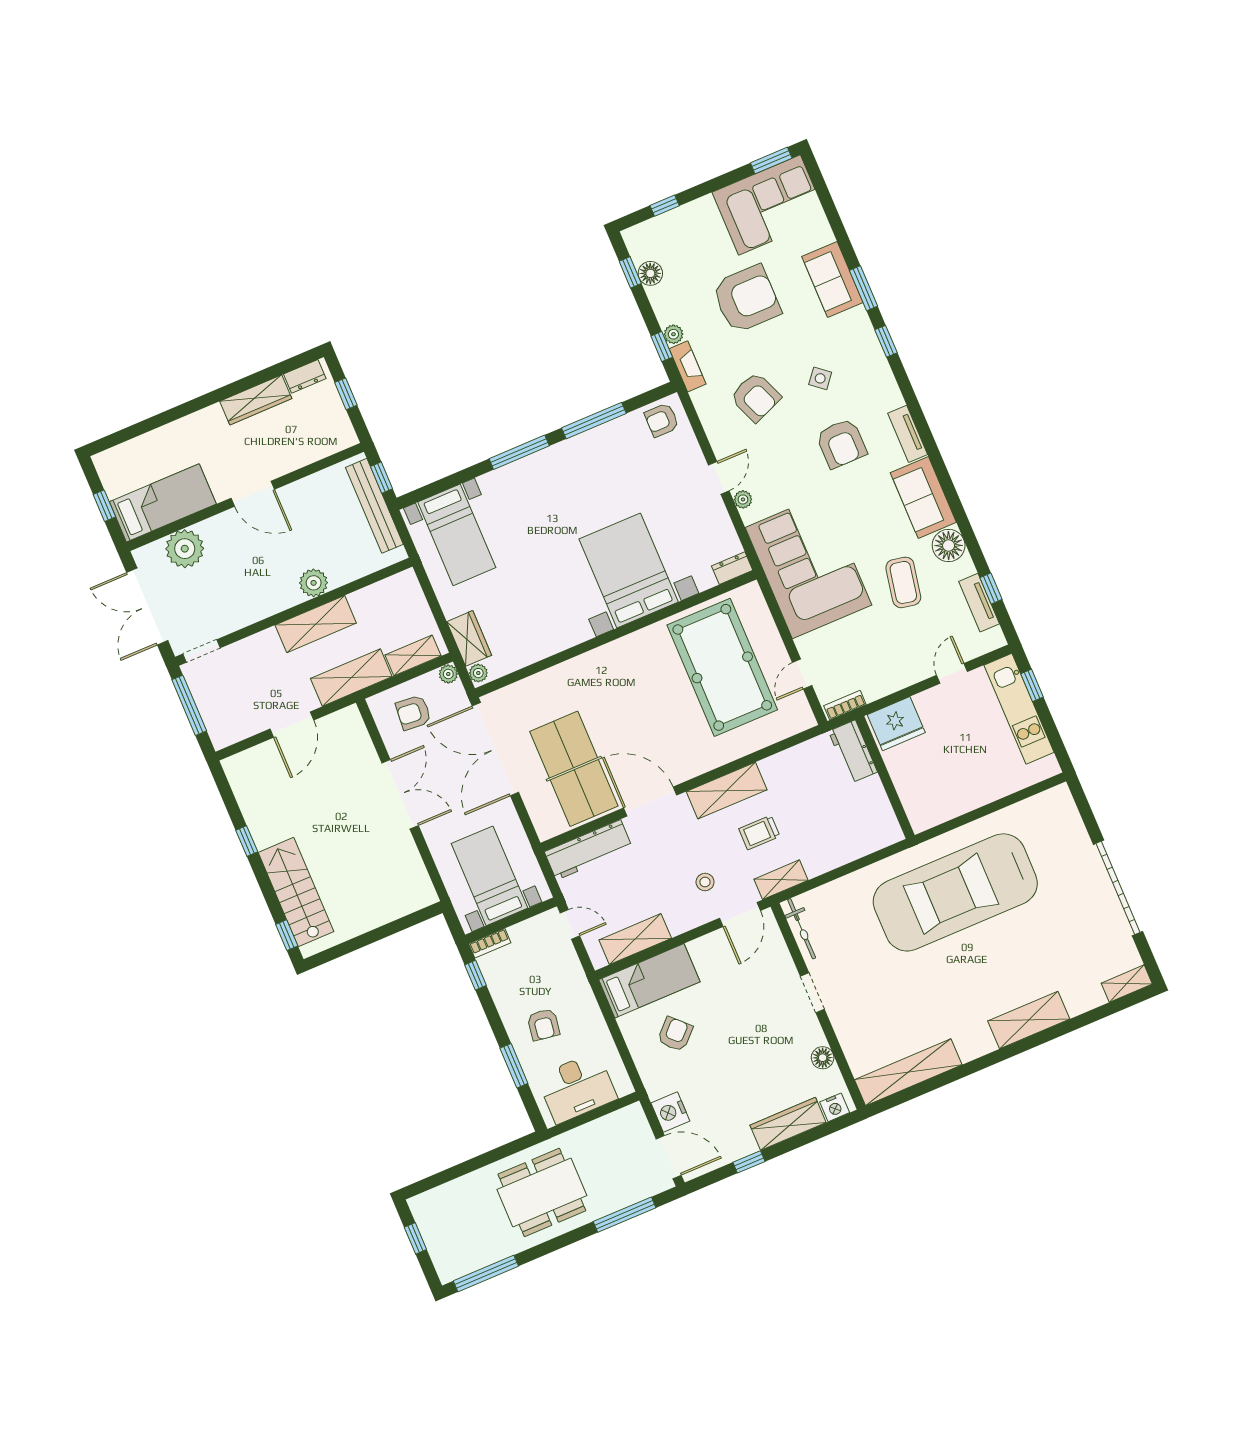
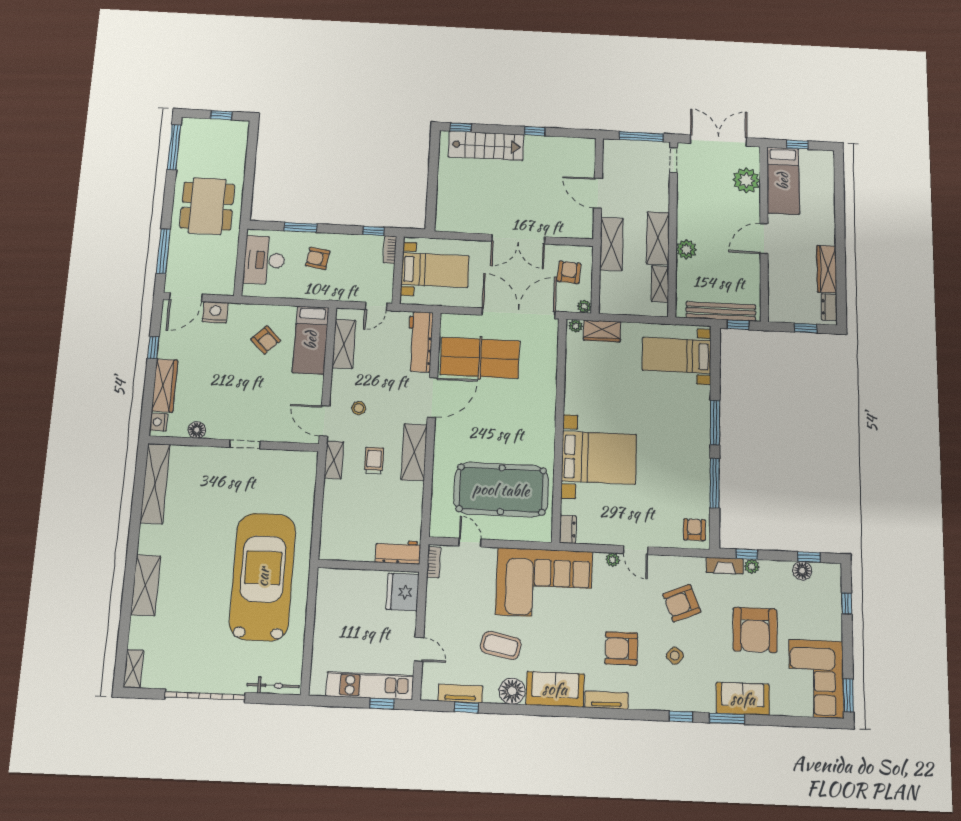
shelving: (413, 655) -> (660, 284), moved
bicycle: (802, 929) -> (273, 686), moved, turned 180

